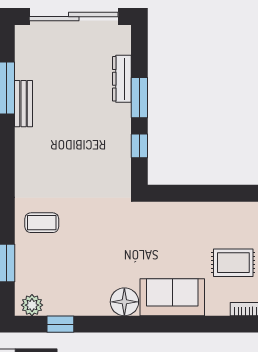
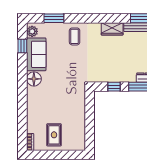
wardrobe: (27, 150) -> (112, 29), added
sofa: (172, 297) -> (36, 54), moved

